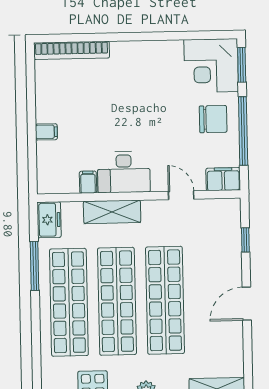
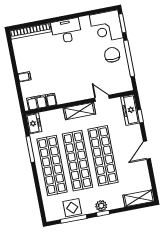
chair: (213, 119) -> (112, 55), turned -90
desk: (124, 172) -> (66, 31), moved, turned 180
filing cabinet: (223, 179) -> (37, 102), moved
shelving: (112, 212) -> (79, 111), moved
freezer: (229, 225) -> (130, 110), added

